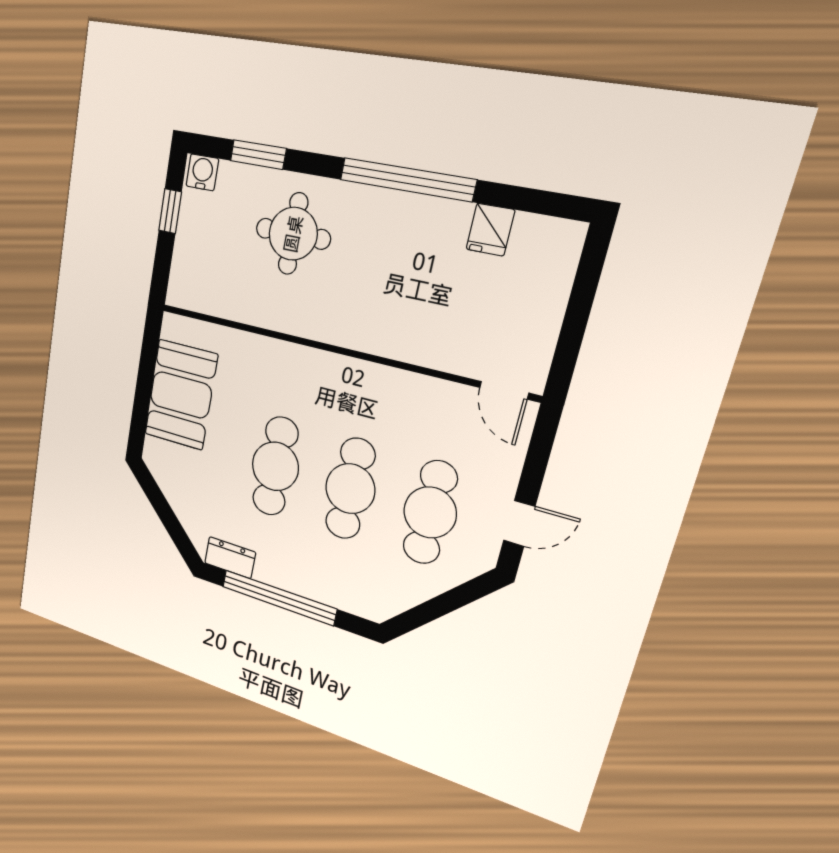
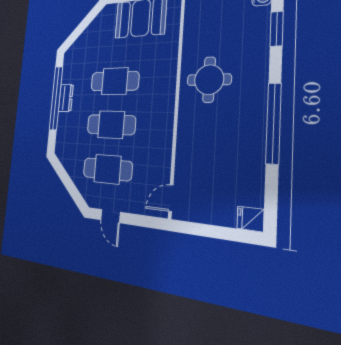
fridge: (490, 230) -> (250, 219), moved
round table: (293, 234) -> (209, 80), moved
dresser: (230, 558) -> (66, 98), moved

